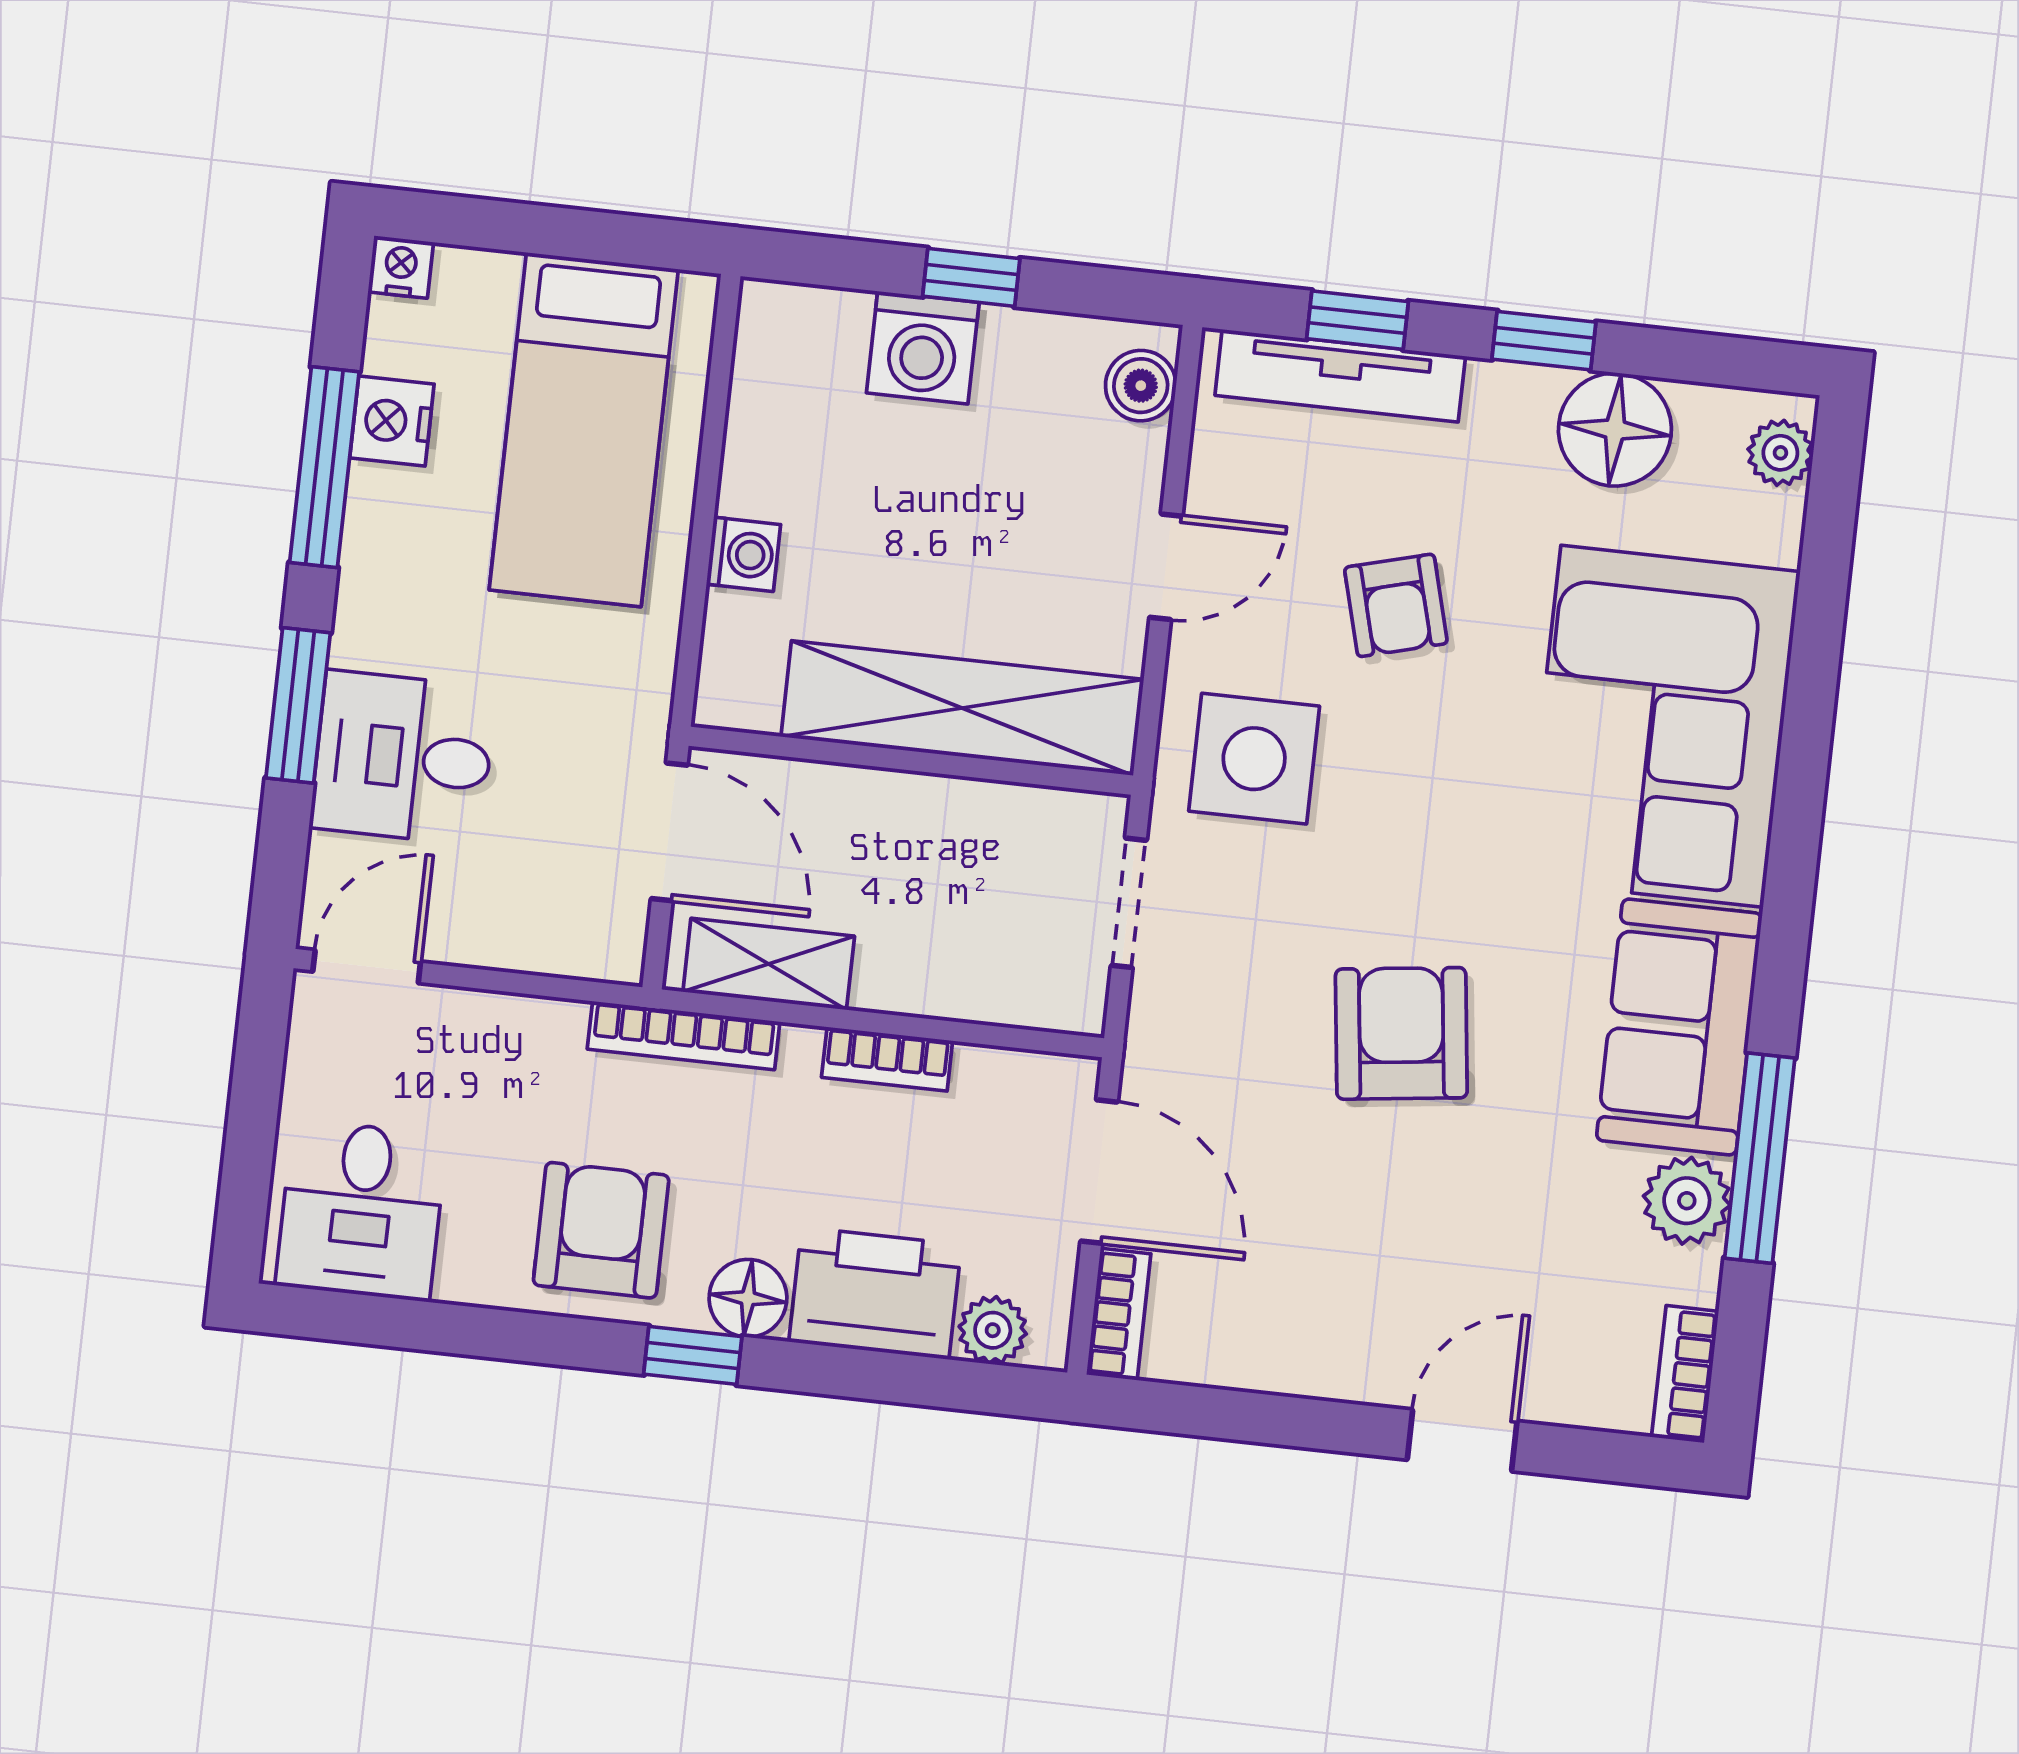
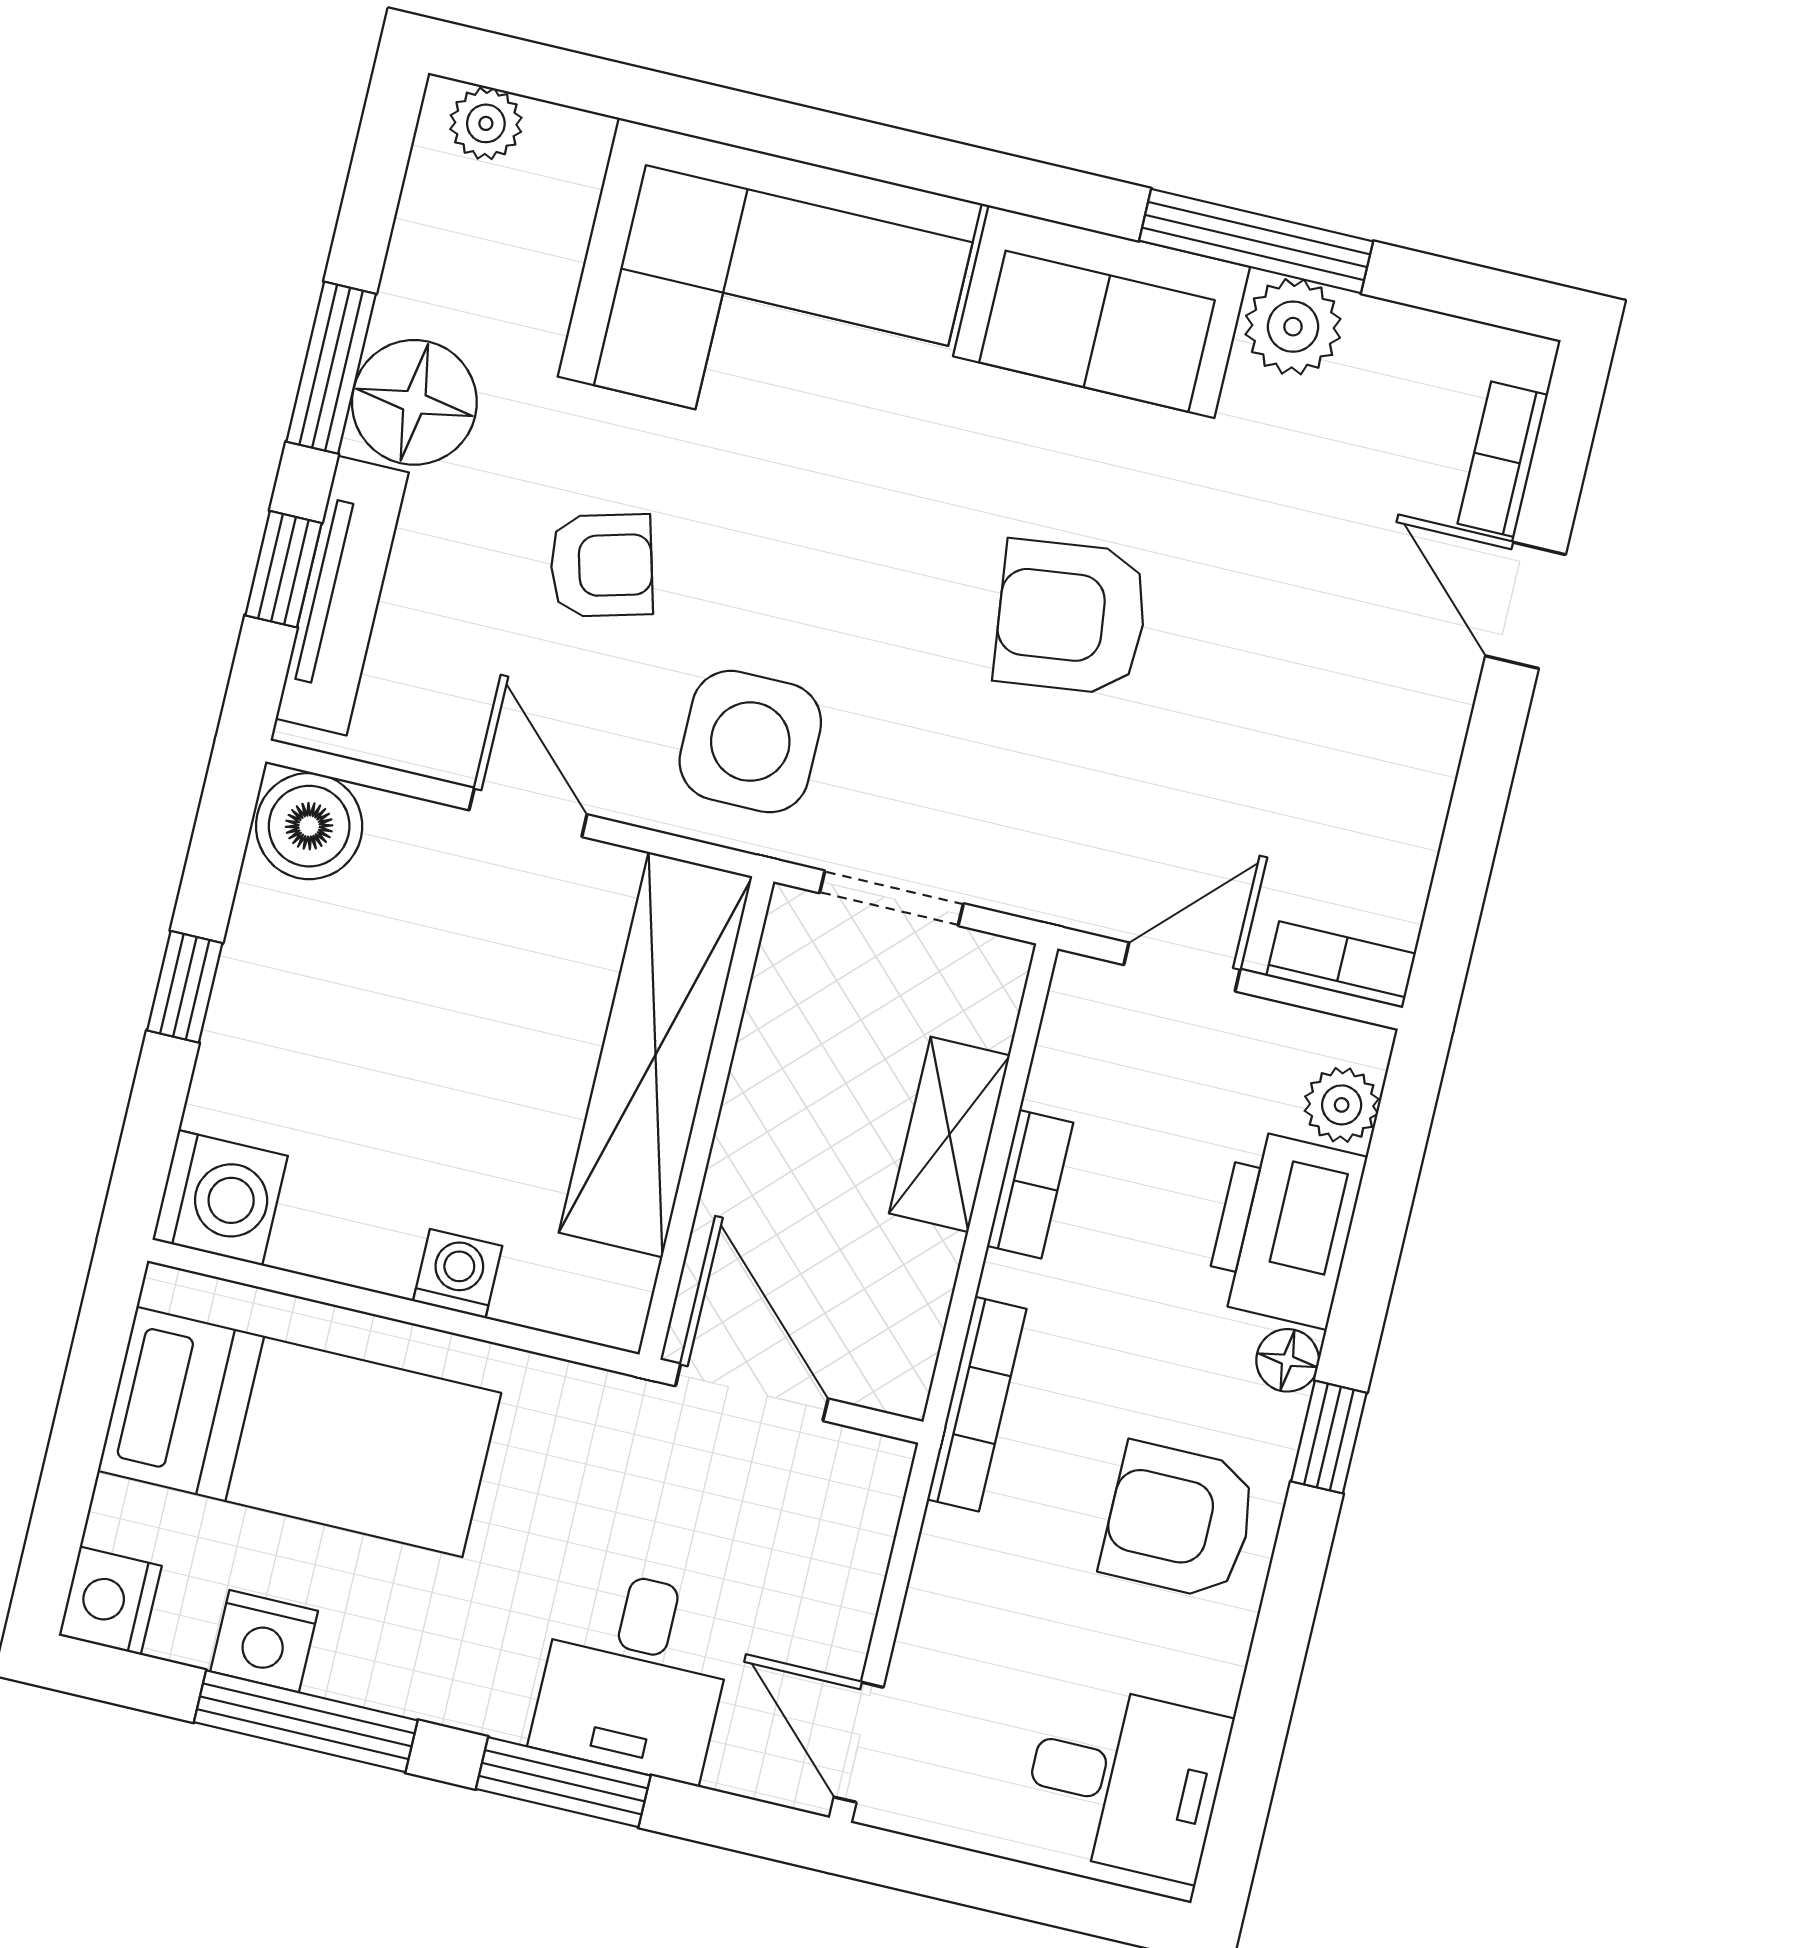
nightstand: (401, 267) -> (110, 1601), width x1.39, depth x1.35
window: (1544, 341) -> (331, 368), width x1.50
washing machine: (923, 348) -> (220, 1198), moved
boiler: (1141, 386) -> (309, 826), width x1.36, depth x1.36
floor lamp: (1615, 430) -> (414, 402), moved
door: (669, 832) -> (752, 1392), hinge flipped
shelving: (769, 964) -> (949, 1134), moved
door: (1099, 1172) -> (1182, 967), width x0.73
floor lamp: (748, 1298) -> (1288, 1360), width x0.73, depth x0.73
bookcase: (1685, 1374) -> (1503, 459), moved, turned 90

